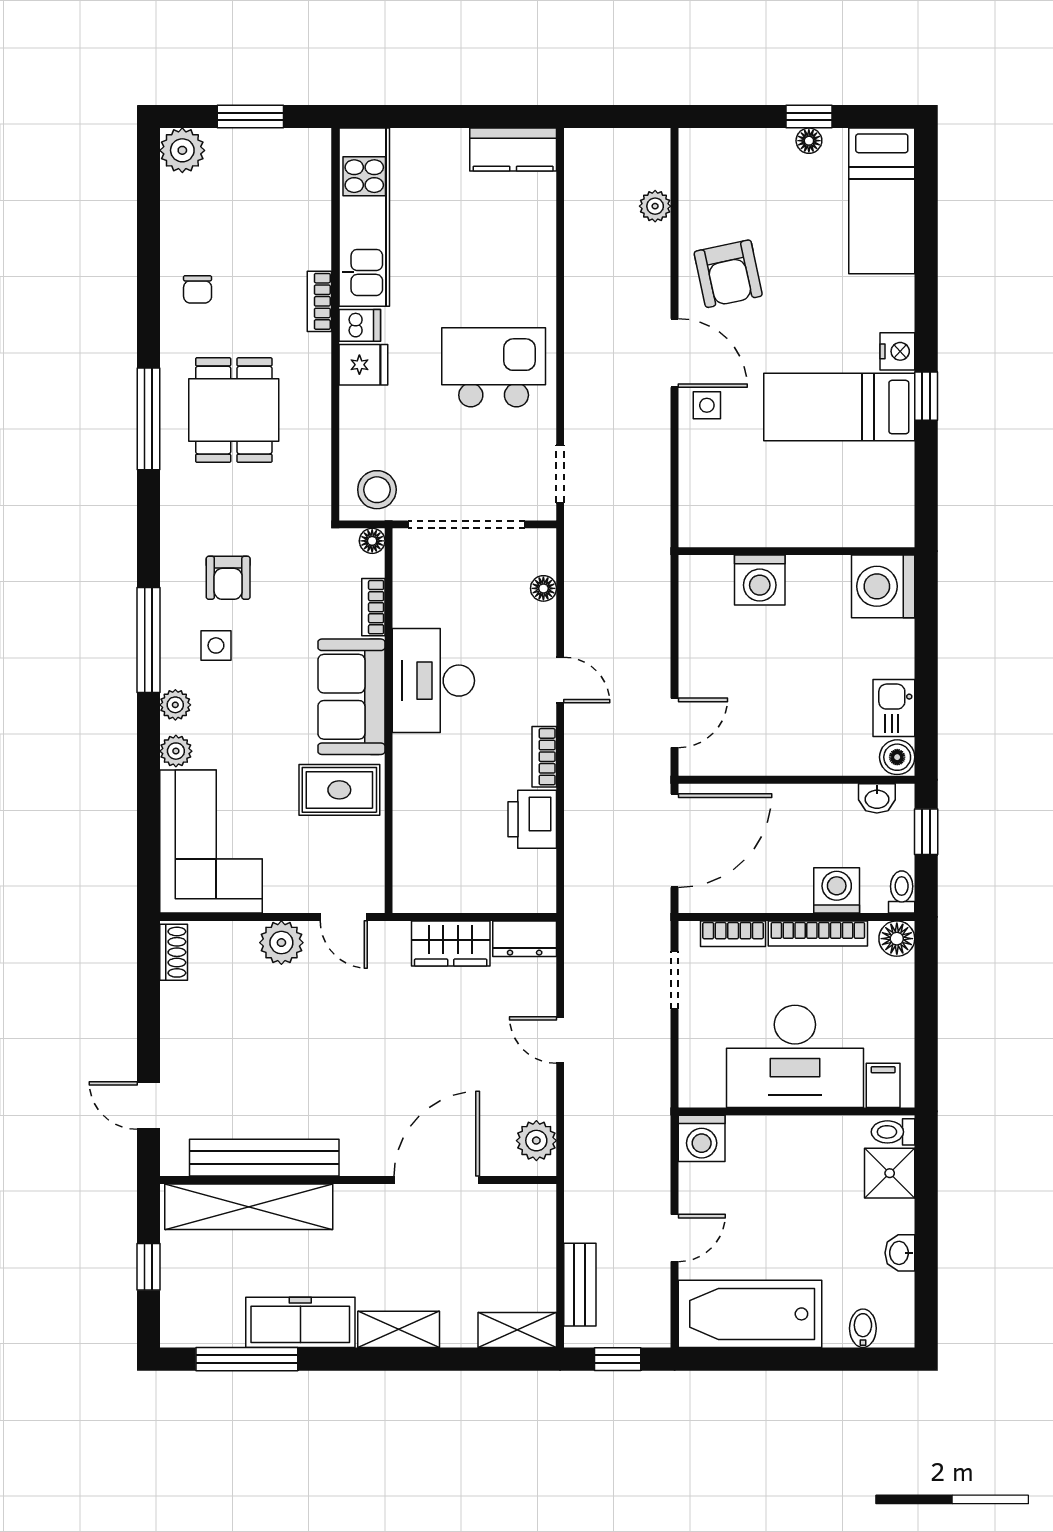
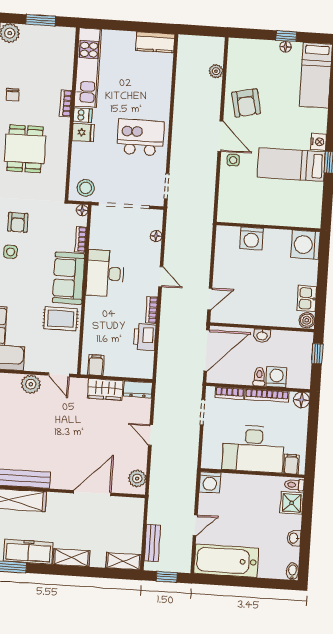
washbasin: (877, 798) -> (262, 335), moved
filing cabinet: (426, 890) -> (96, 365), added
toilet: (902, 892) -> (259, 377), moved
bidet: (863, 1328) -> (292, 571), moved

